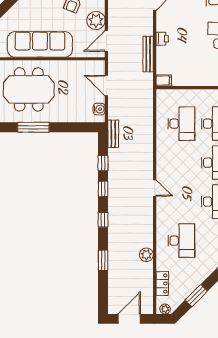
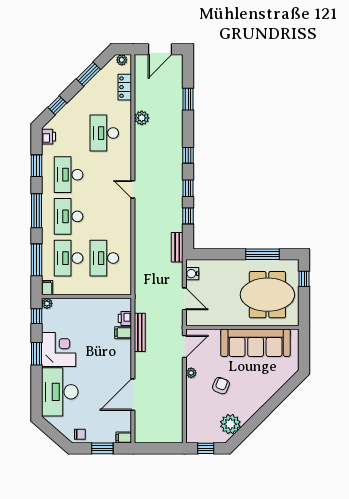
plant: (96, 20) -> (191, 373), width x0.53, depth x0.53
printer: (162, 39) -> (125, 318), moved
filing cabinet: (164, 80) -> (123, 333), moved
window: (103, 260) -> (188, 99), moved

